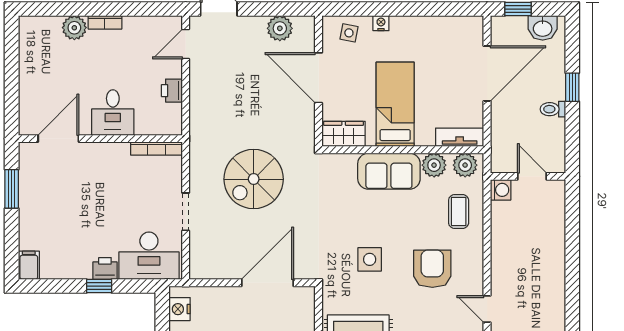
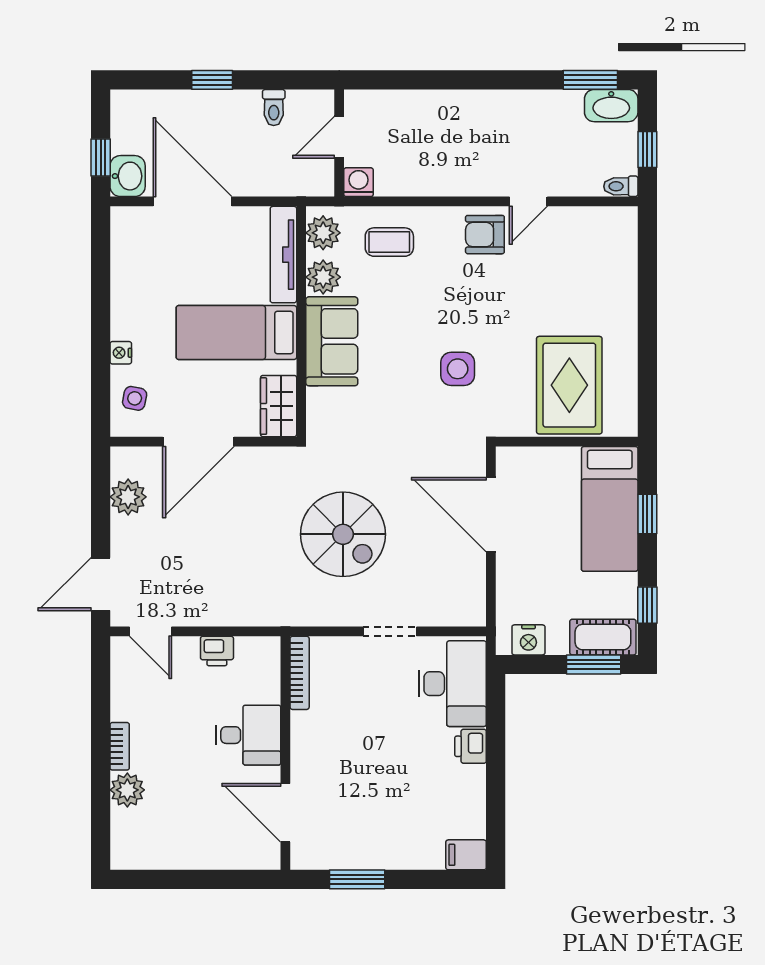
washbasin: (543, 28) -> (128, 176), moved
toilet: (553, 109) -> (274, 108), moved
tv unit: (460, 137) -> (283, 255), width x1.41
armchair: (432, 269) -> (485, 235), moved, width x0.72, depth x0.72
window: (99, 286) -> (496, 755), removed

